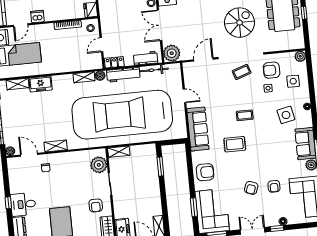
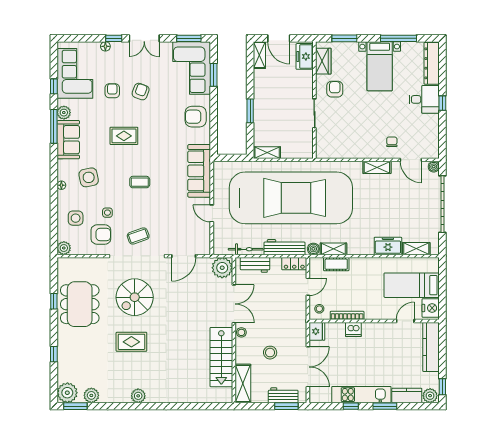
dishwasher: (37, 17) -> (353, 330), moved
cot: (81, 65) -> (336, 264), added
rug: (235, 144) -> (124, 136), moved
shelving: (119, 152) -> (267, 153), moved
plant: (99, 165) -> (326, 139), removed
window: (160, 167) -> (250, 111), moved

